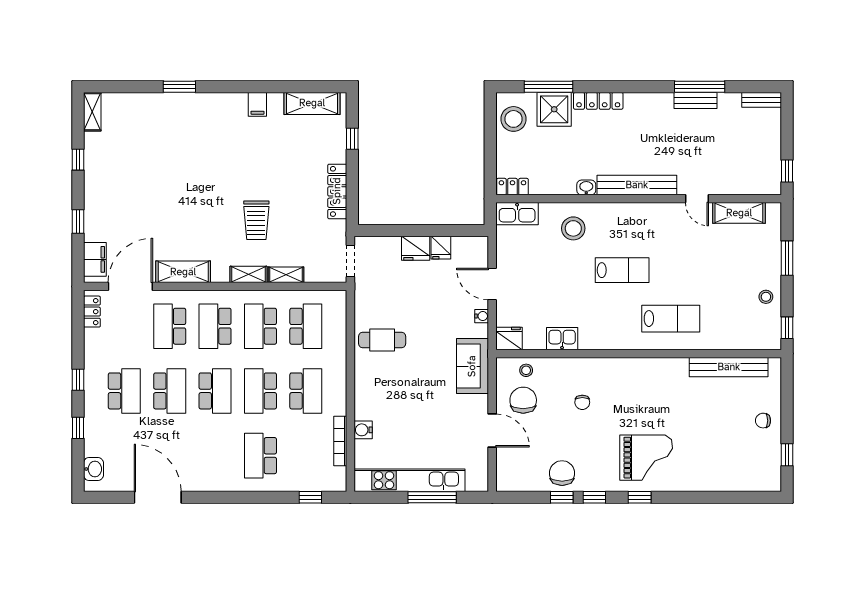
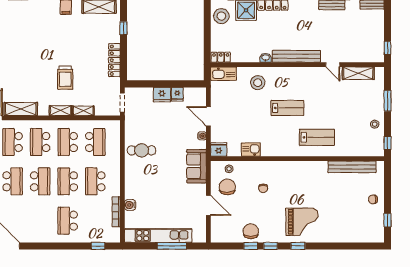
school desk: (306, 391) -> (95, 181), turned 180

